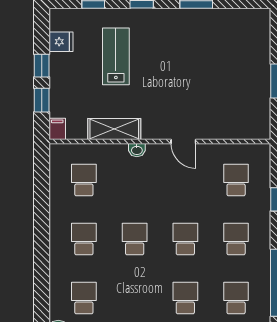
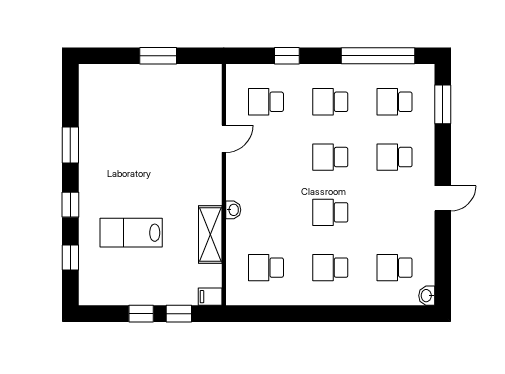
fridge: (61, 42) -> (115, 293), removed
door: (183, 141) -> (224, 139), moved

